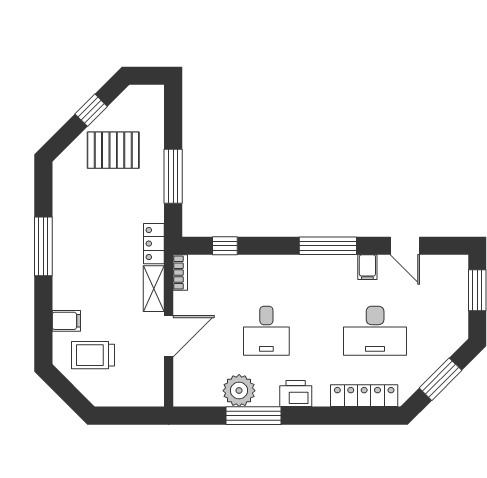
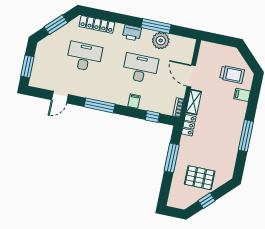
door: (405, 246) -> (60, 97), swing flipped
filing cabinet: (367, 267) -> (134, 101), moved
desk: (266, 331) -> (140, 68), width x1.37
door: (169, 336) -> (191, 76), hinge flipped

